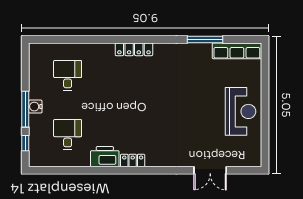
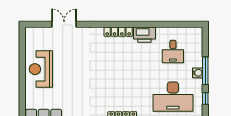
desk: (68, 75) -> (173, 97), width x1.87, depth x1.30
window: (25, 143) -> (205, 99), moved
locker: (133, 160) -> (118, 32), width x1.53

